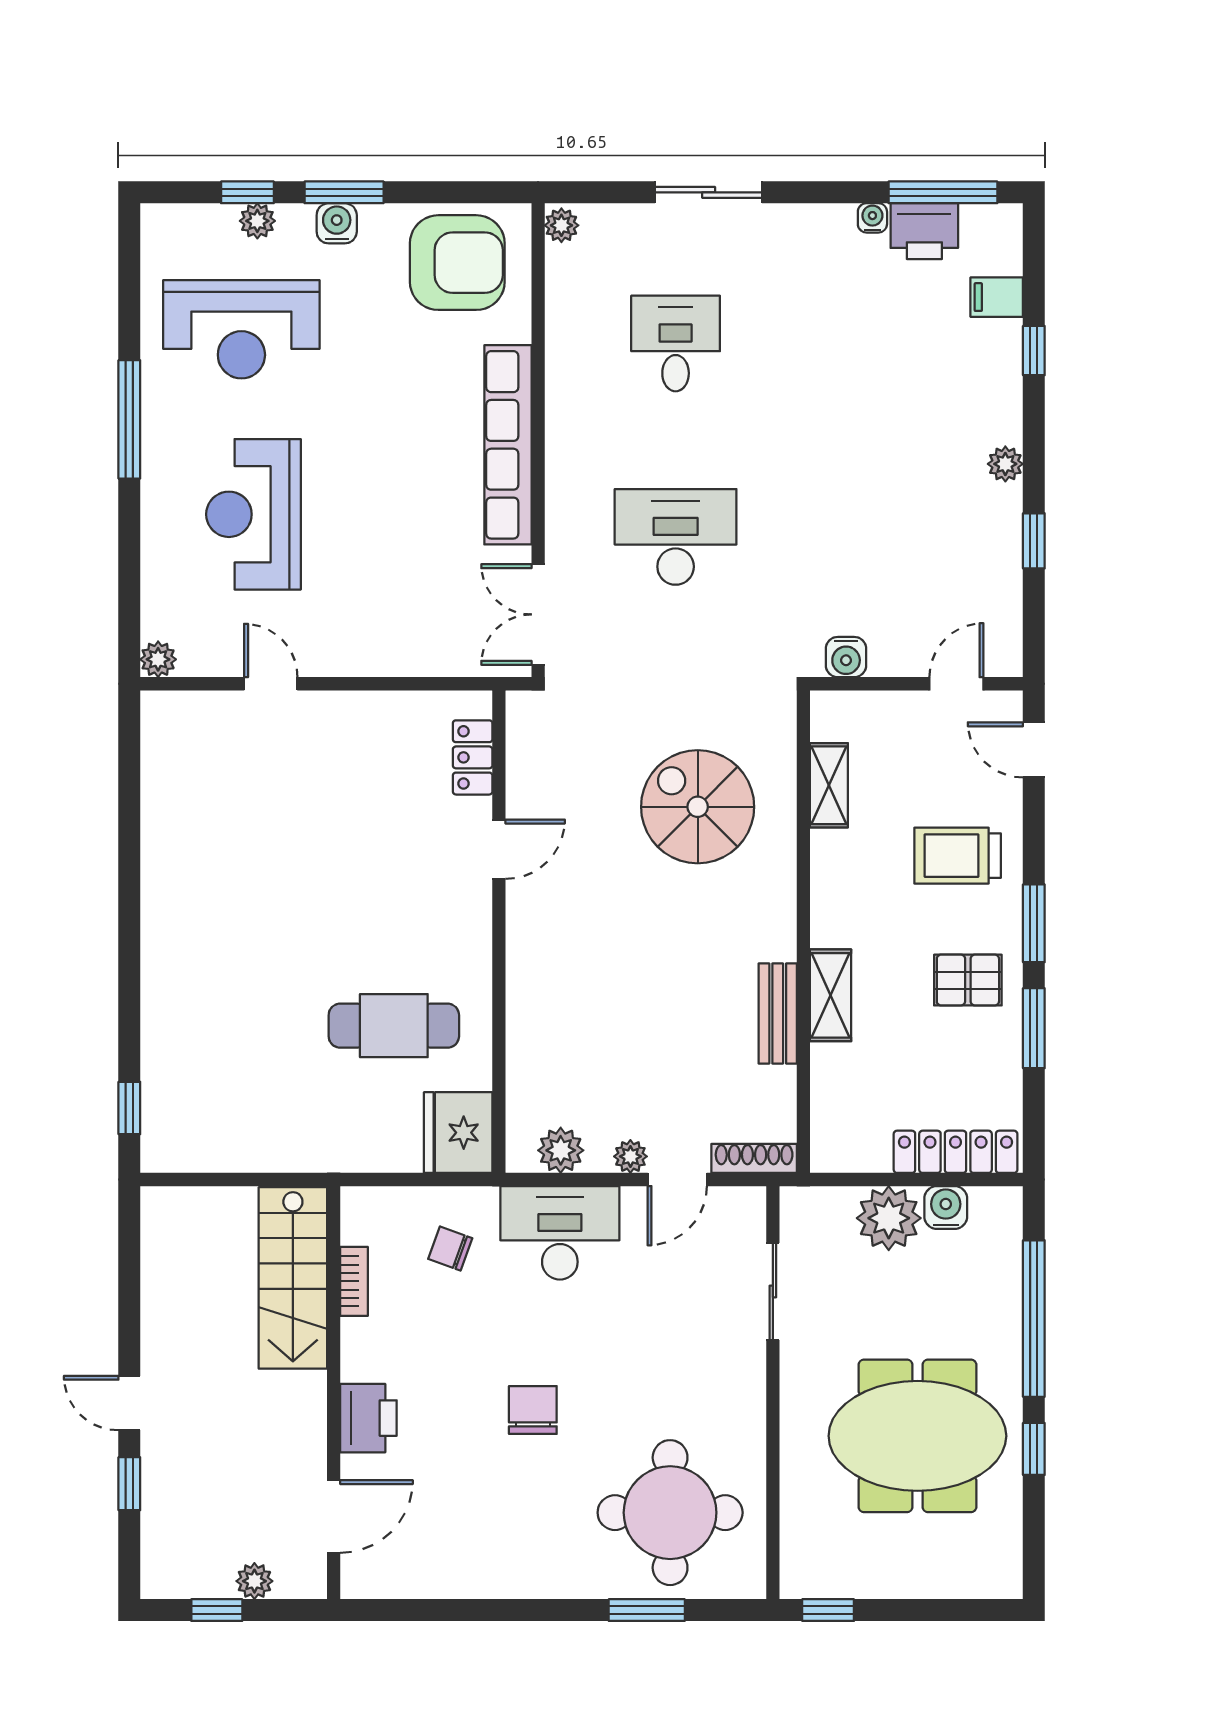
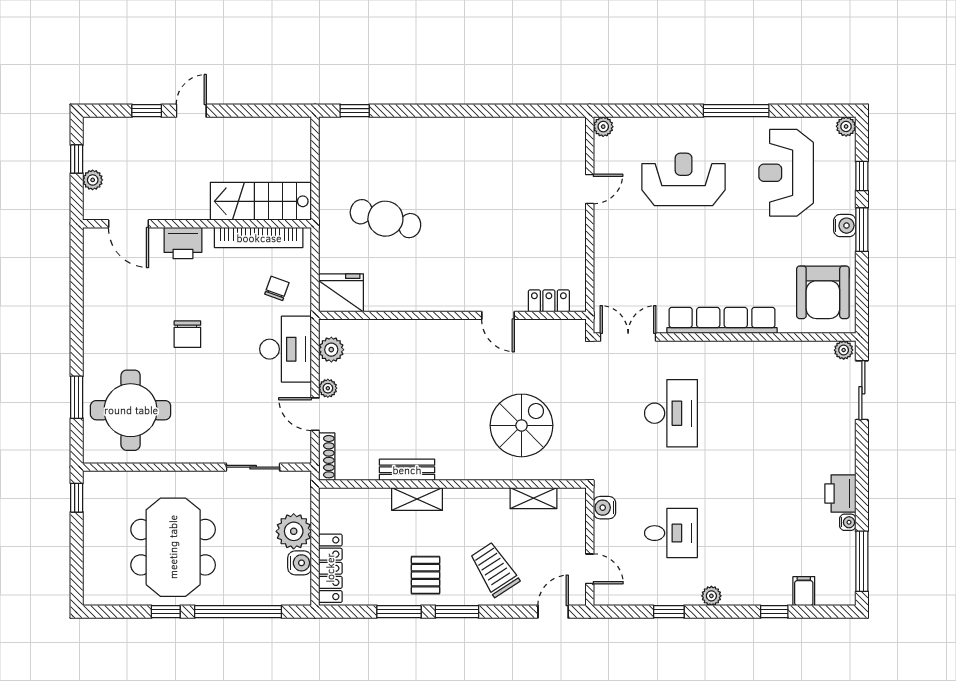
sliding door: (709, 192) -> (862, 390), moved
plant: (257, 221) -> (846, 126), moved
printer: (924, 231) -> (840, 494), moved
desk: (676, 344) -> (671, 533), moved
trolley: (958, 856) -> (494, 569), turned -33
cafe table: (394, 1026) -> (385, 219), moved, turned -74
bookcase: (354, 1281) -> (259, 238), width x2.31, depth x1.31
chair: (533, 1410) -> (187, 334), turned 90

